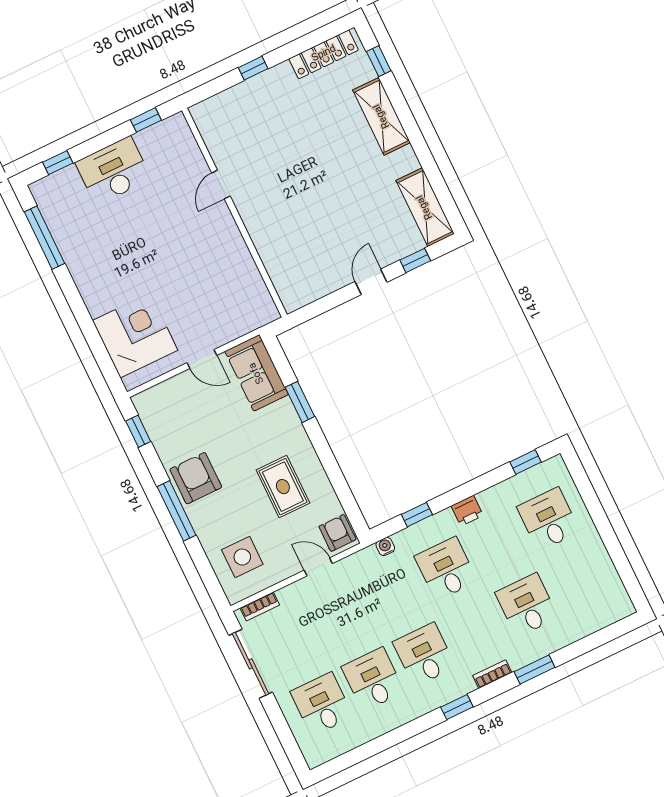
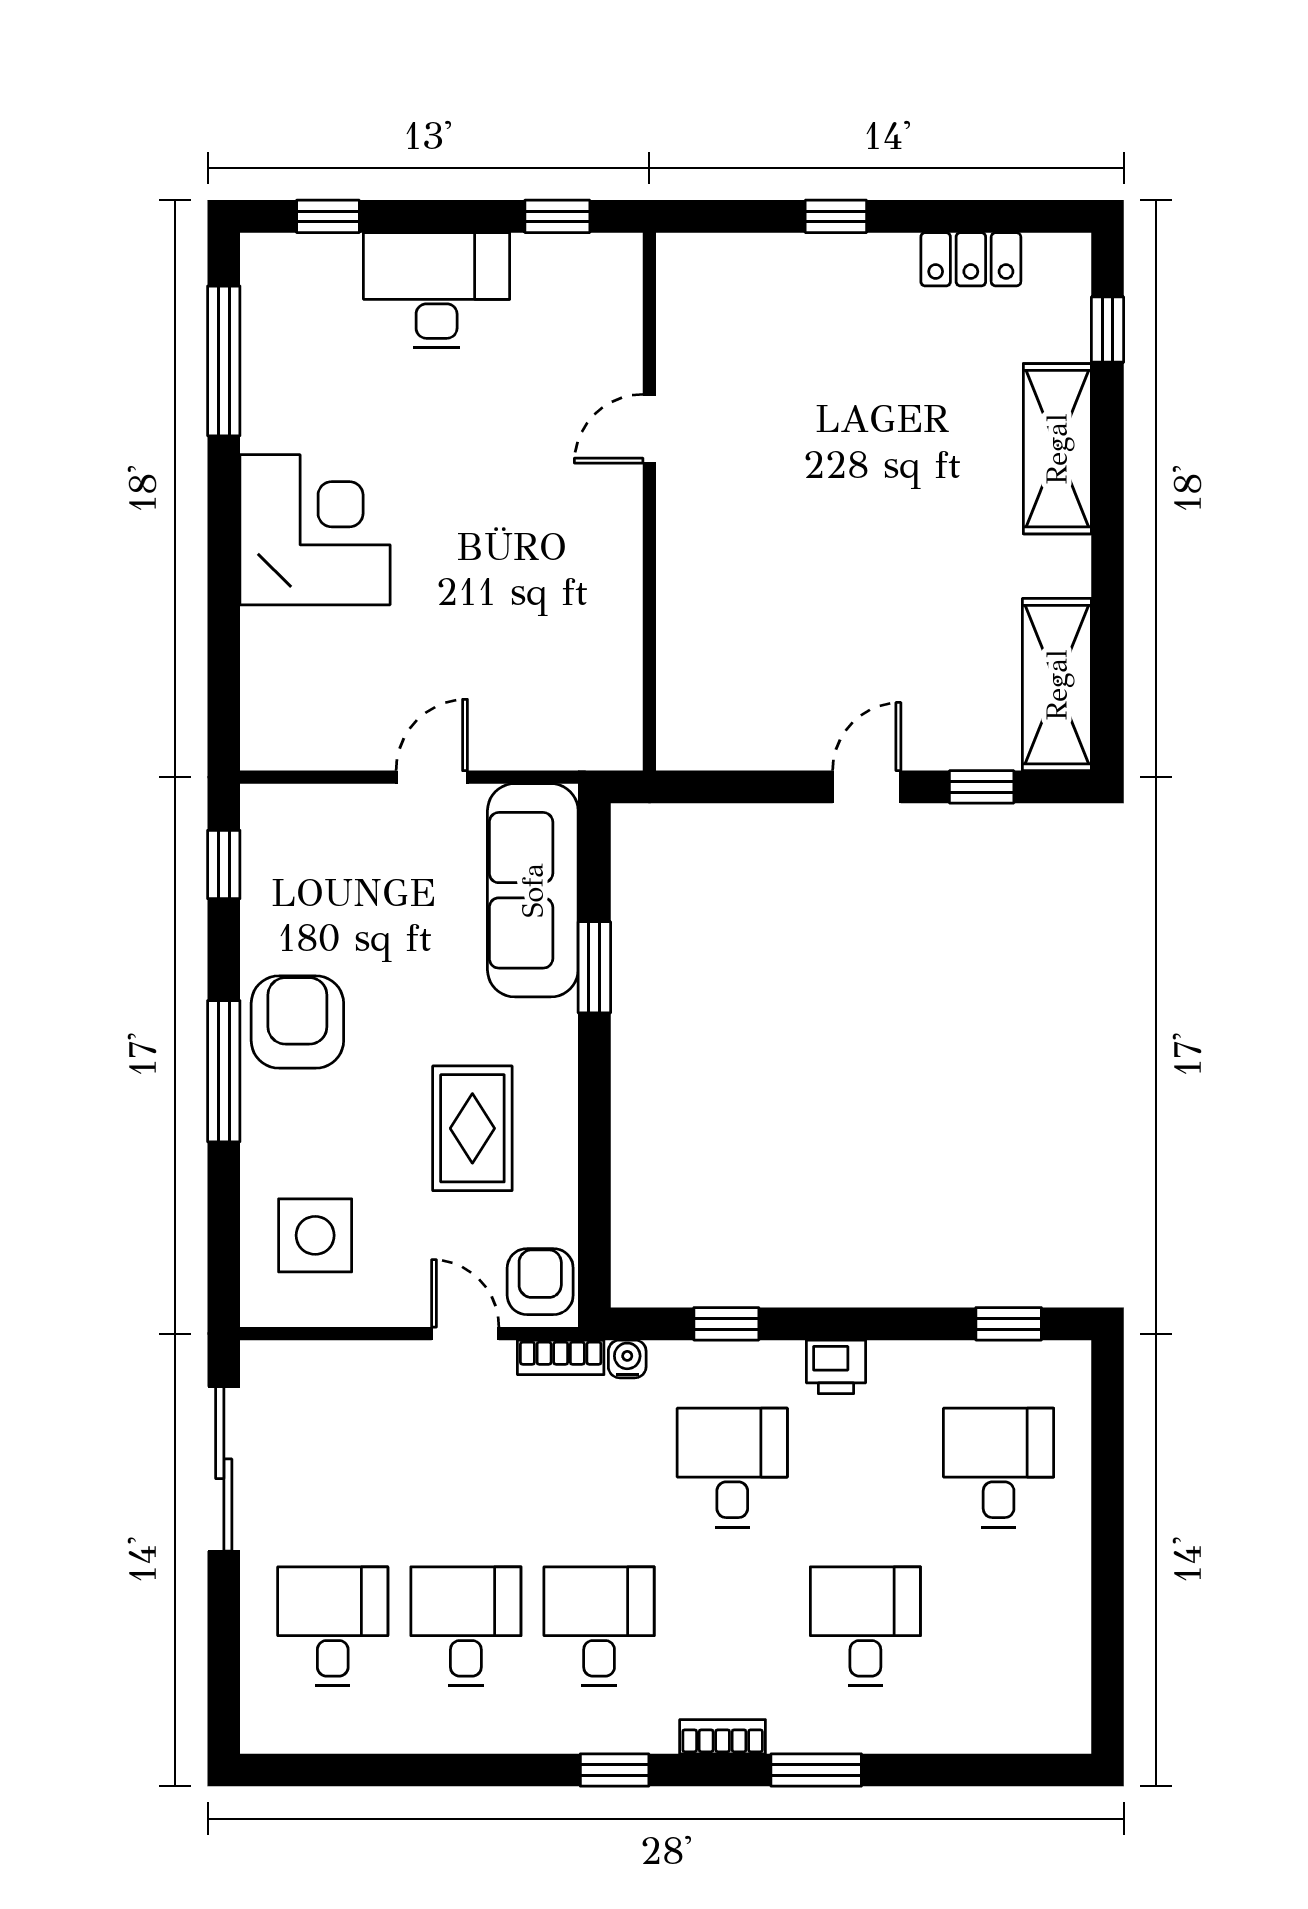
locker: (324, 54) -> (971, 259), width x0.66
corner desk: (135, 335) -> (315, 530), moved
door: (202, 359) -> (432, 777), swing flipped
sofa: (257, 373) -> (533, 890), width x1.36
bookcase: (260, 606) -> (561, 1357), moved

